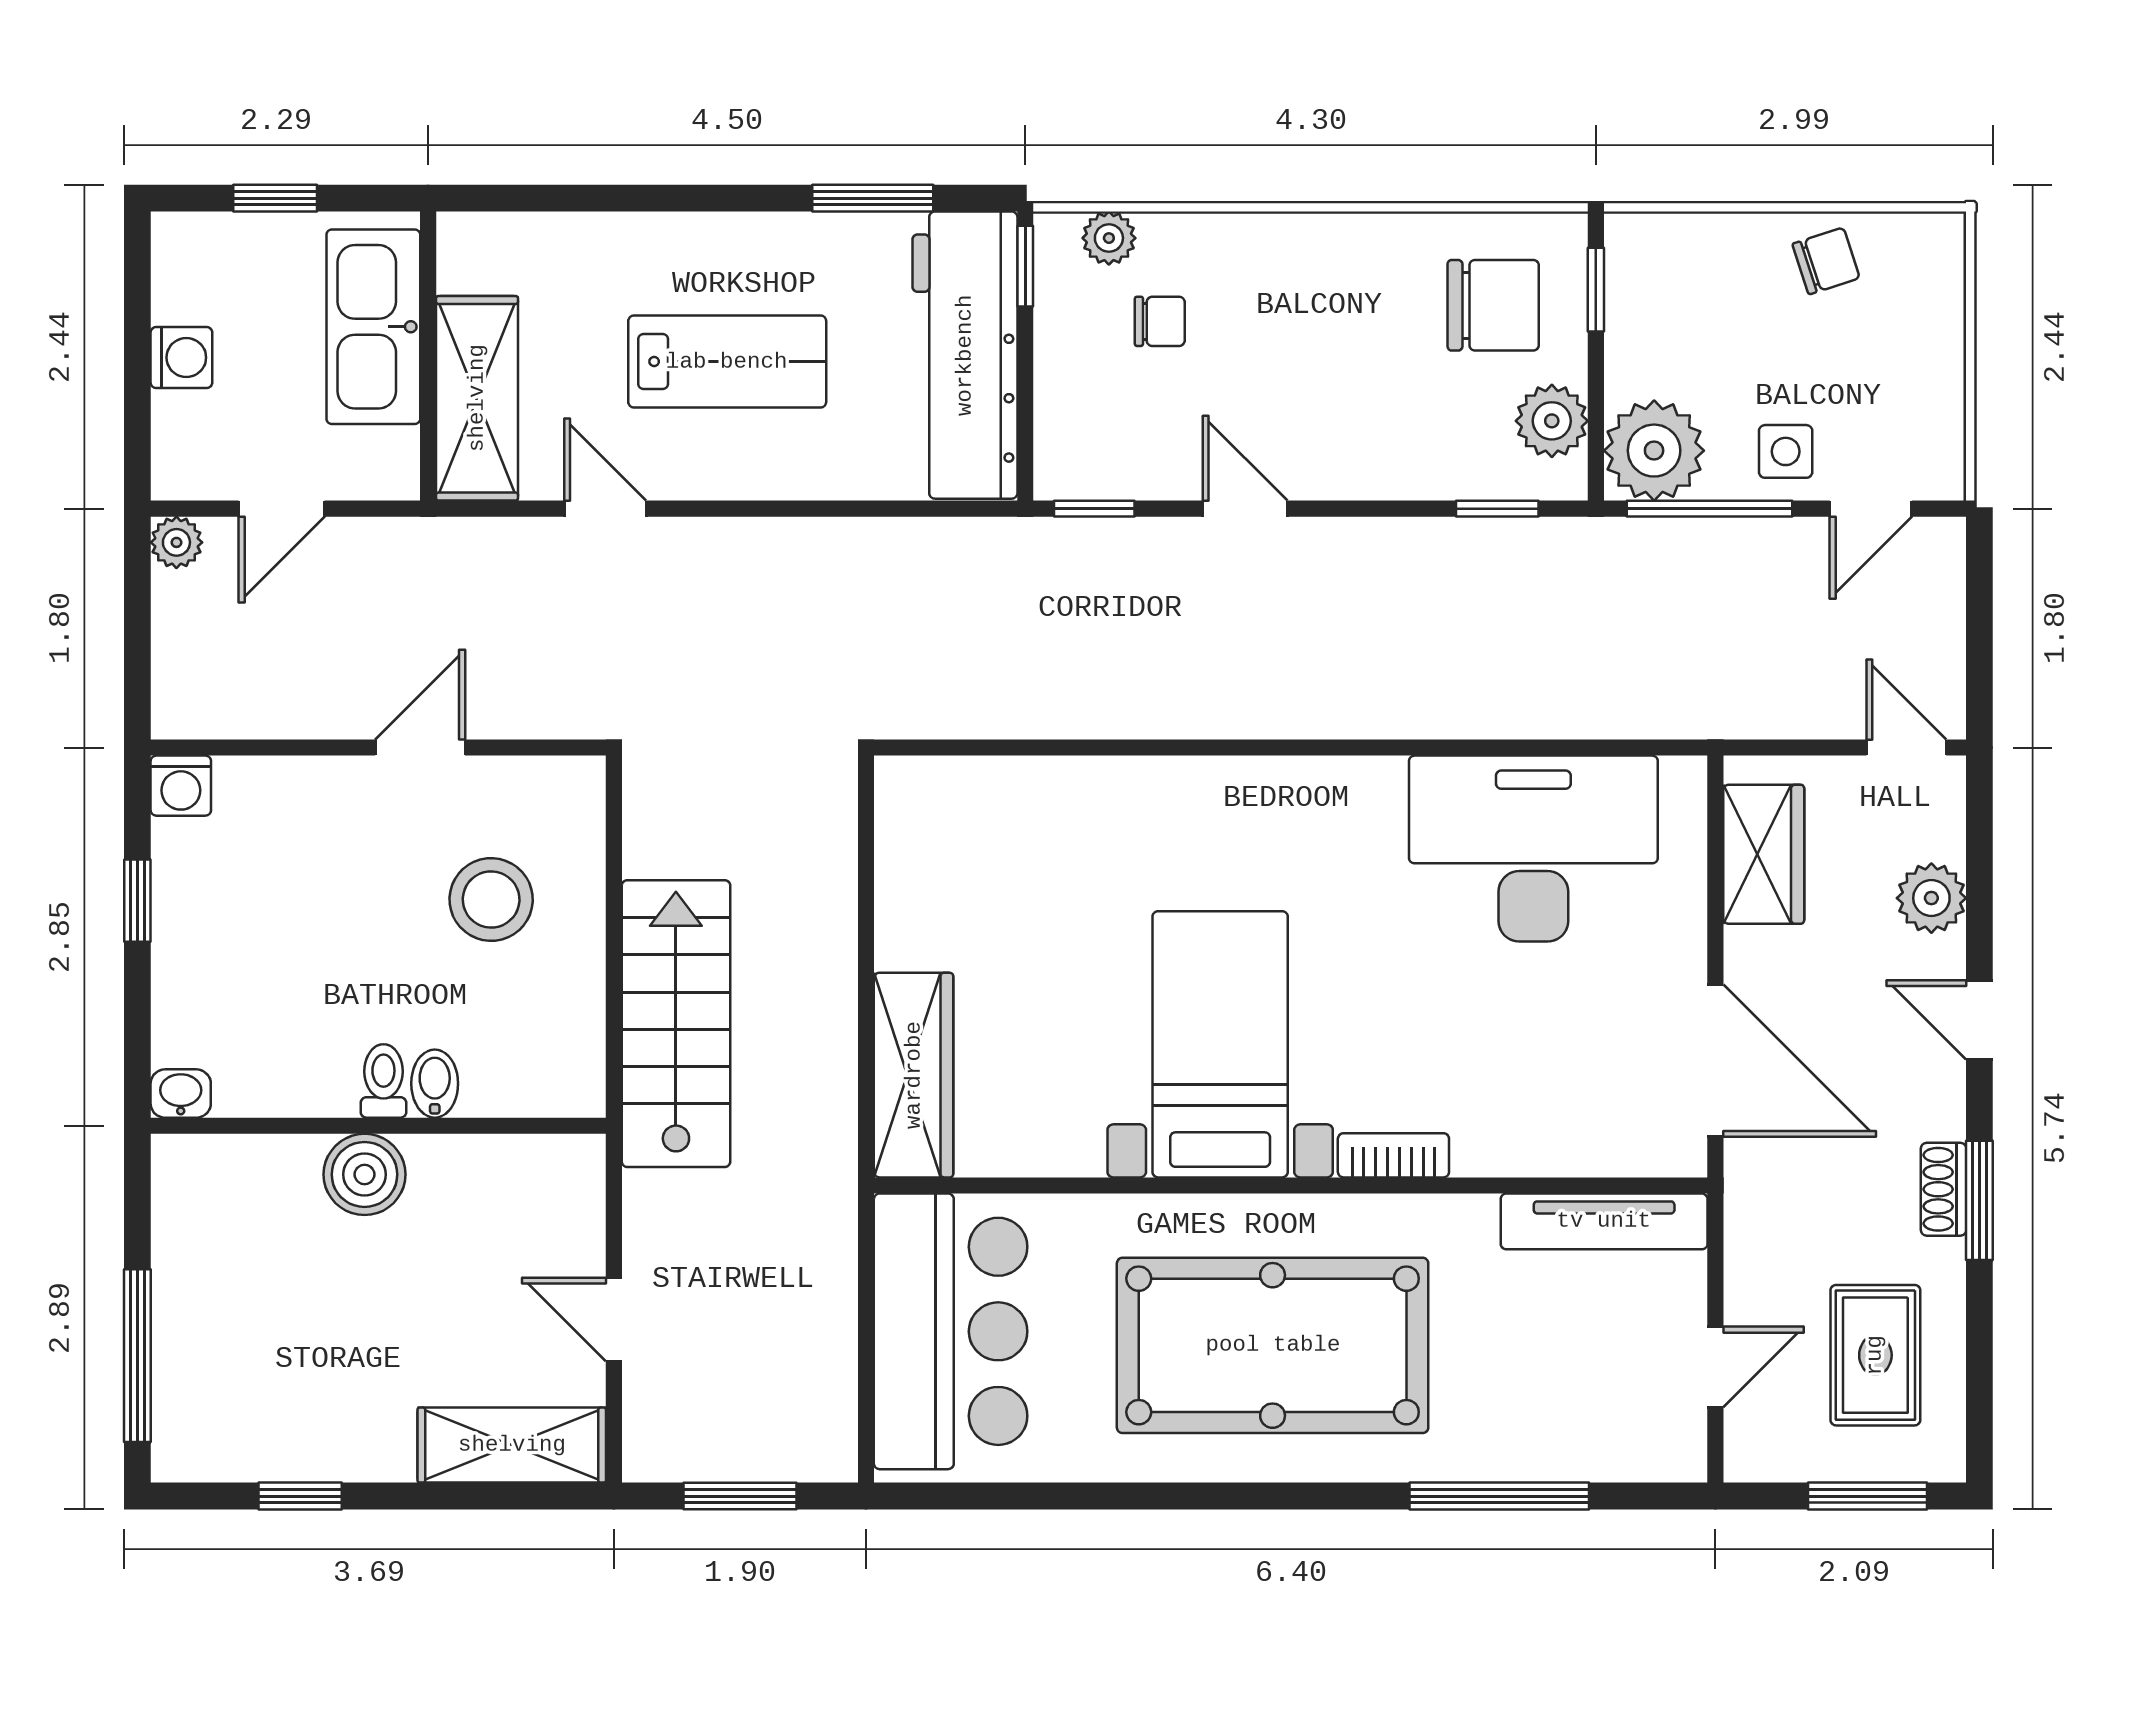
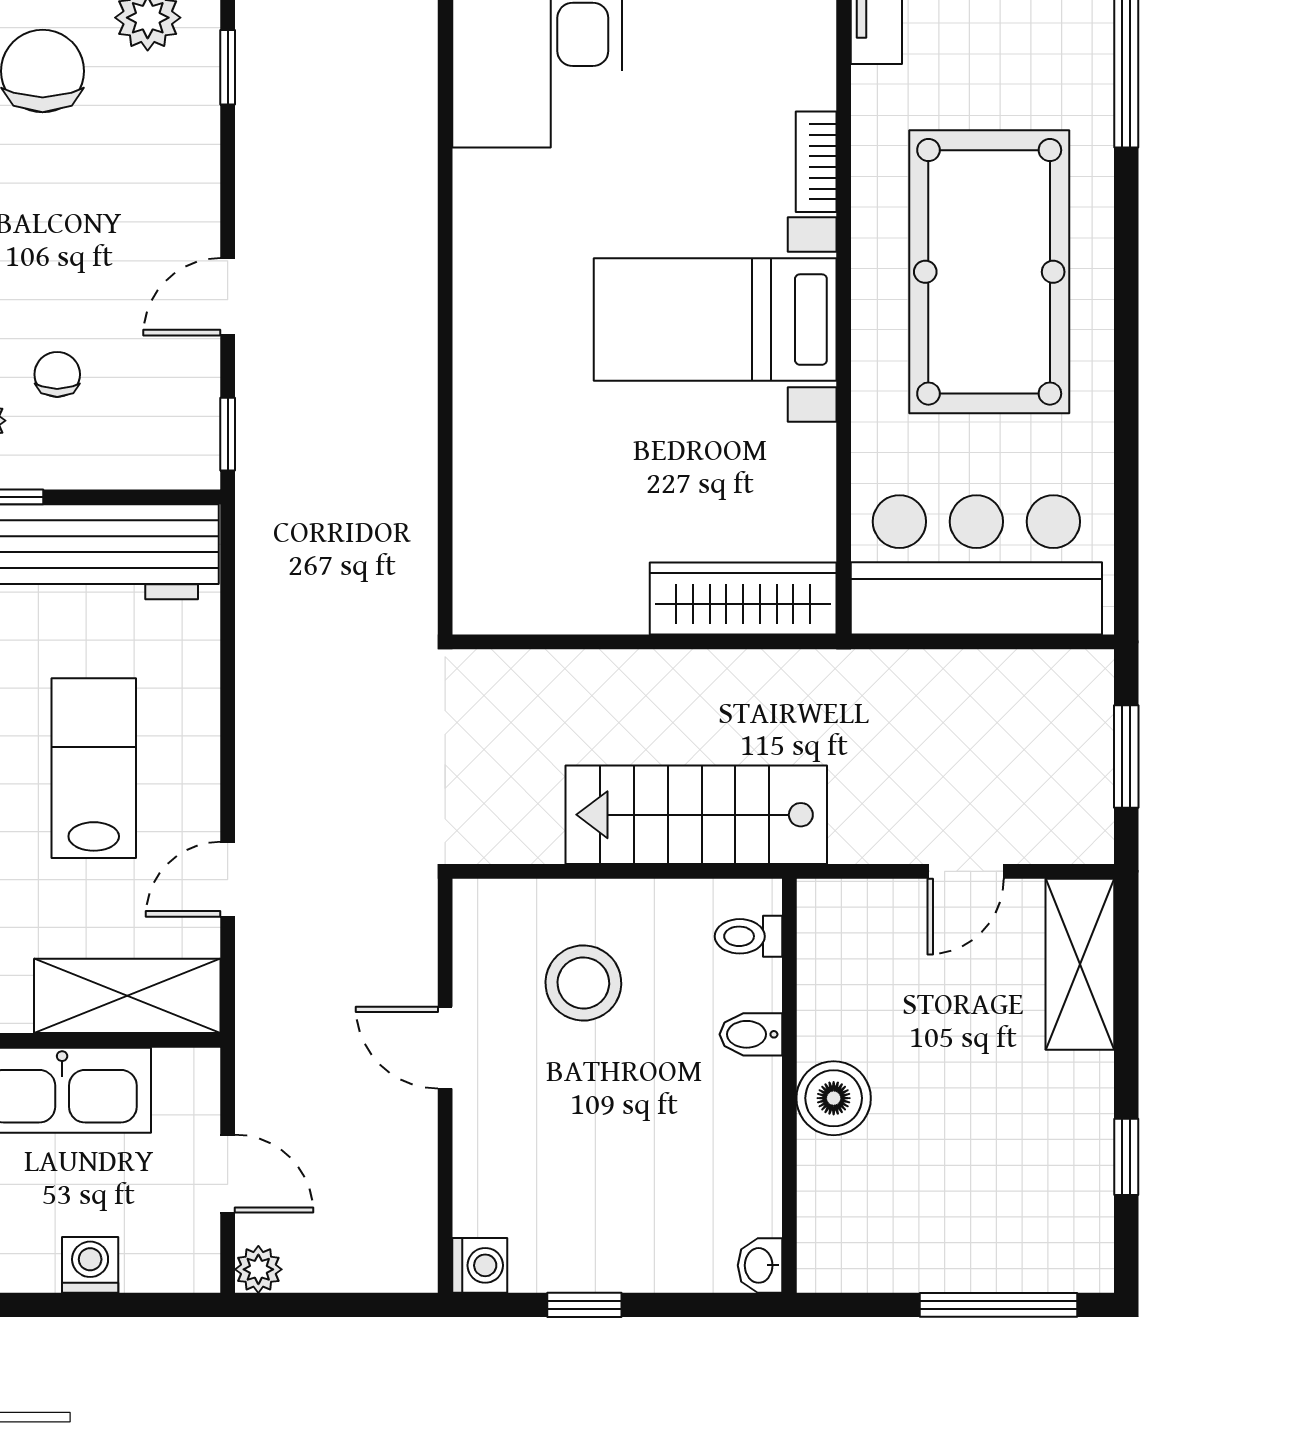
toilet: (383, 1081) -> (748, 936), moved

